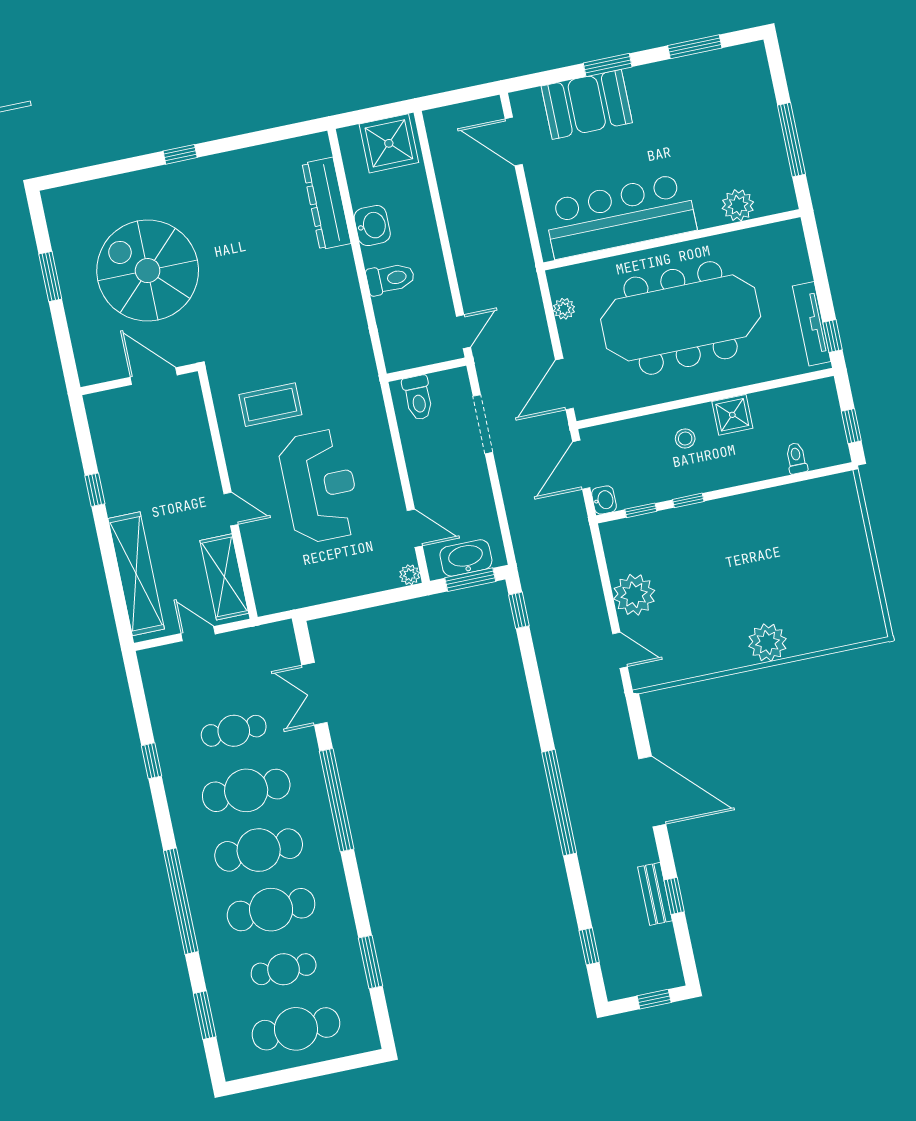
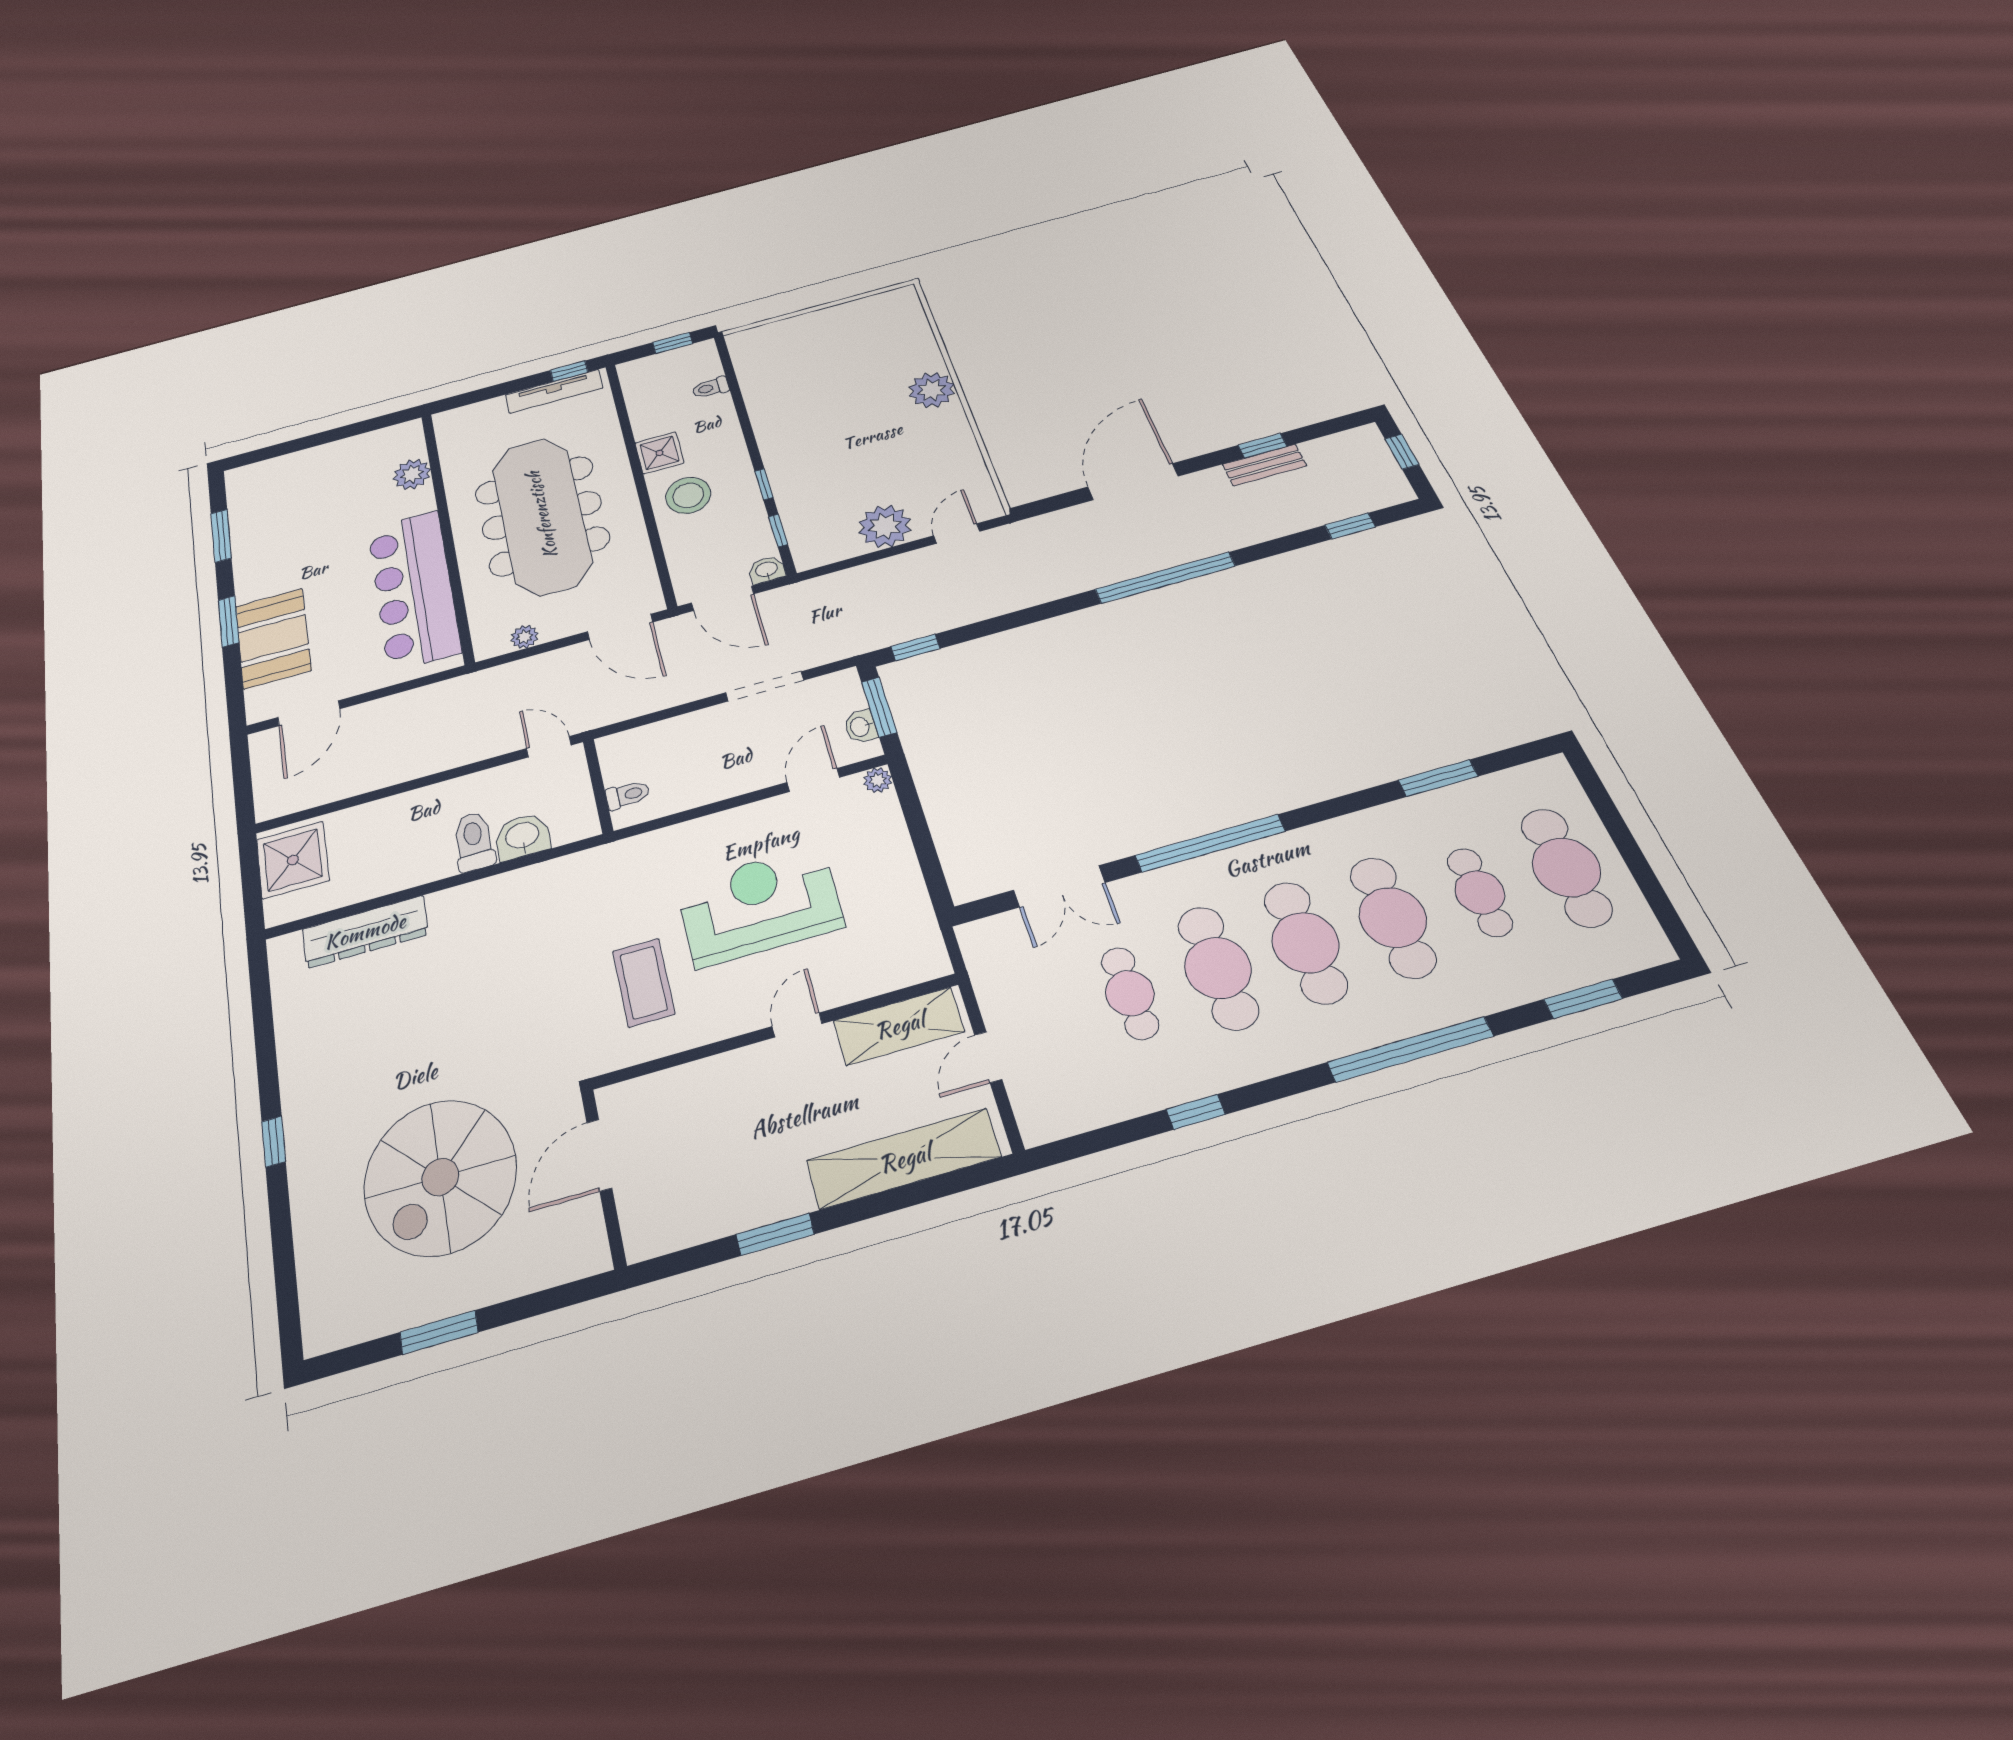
window: (791, 140) -> (342, 433), removed
washbasin: (372, 226) -> (522, 836), moved
toilet: (418, 398) -> (628, 795), width x0.73, depth x0.72
doorway: (483, 424) -> (765, 686), moved
stool: (685, 438) -> (688, 495), width x1.89, depth x1.89
window: (95, 490) -> (775, 1234), width x1.50
washbasin: (466, 558) -> (861, 727), width x0.52, depth x0.69

